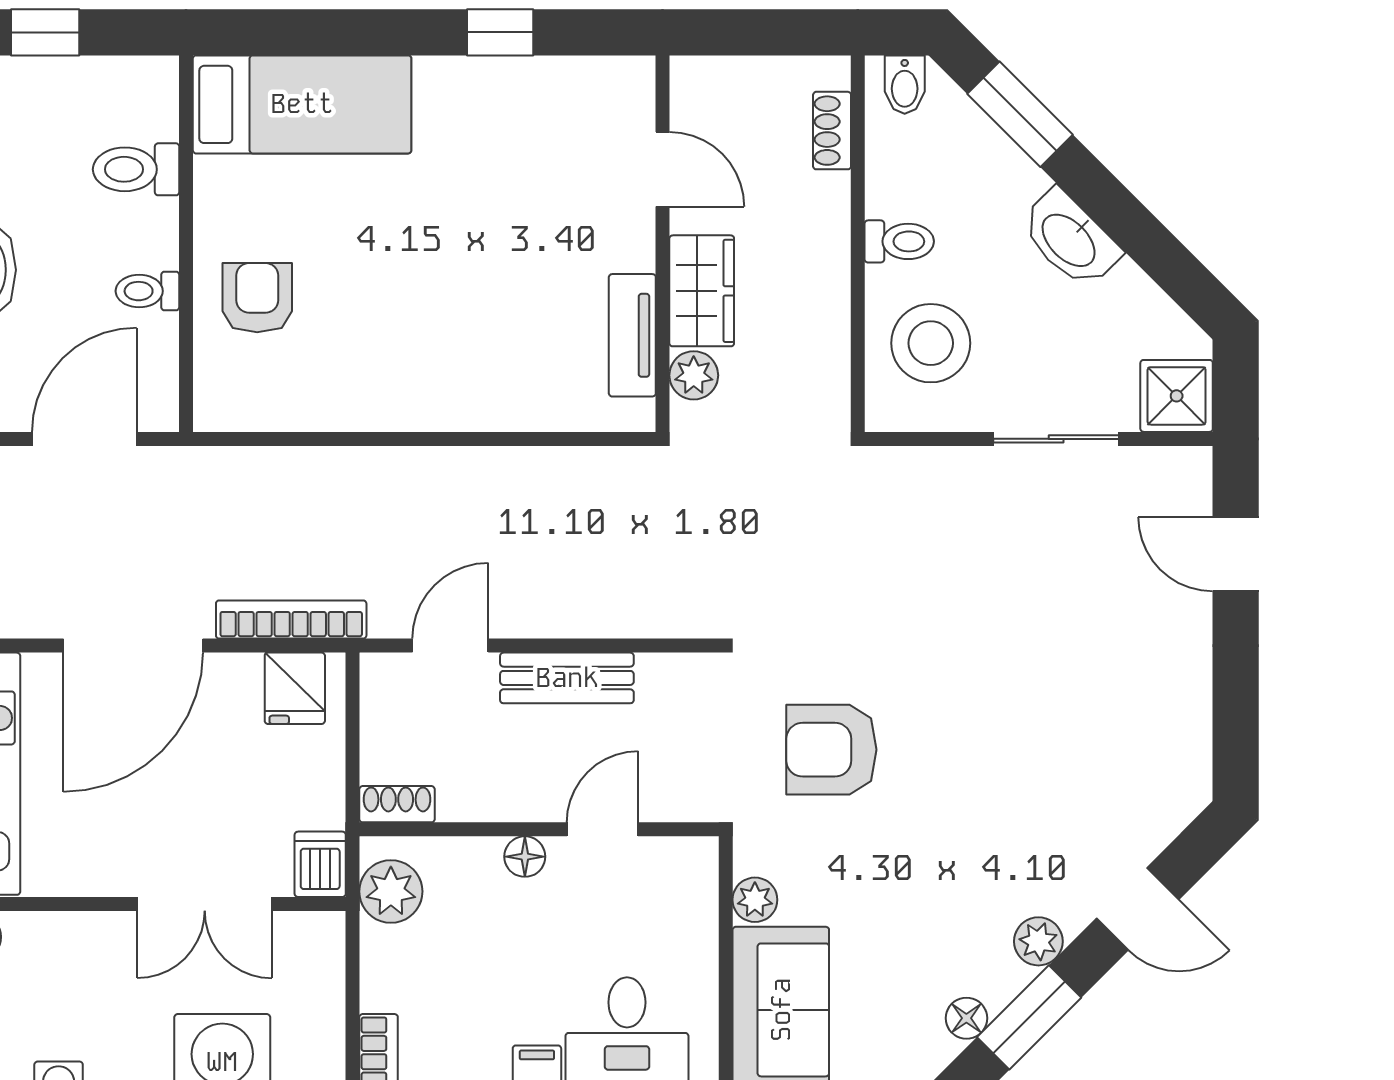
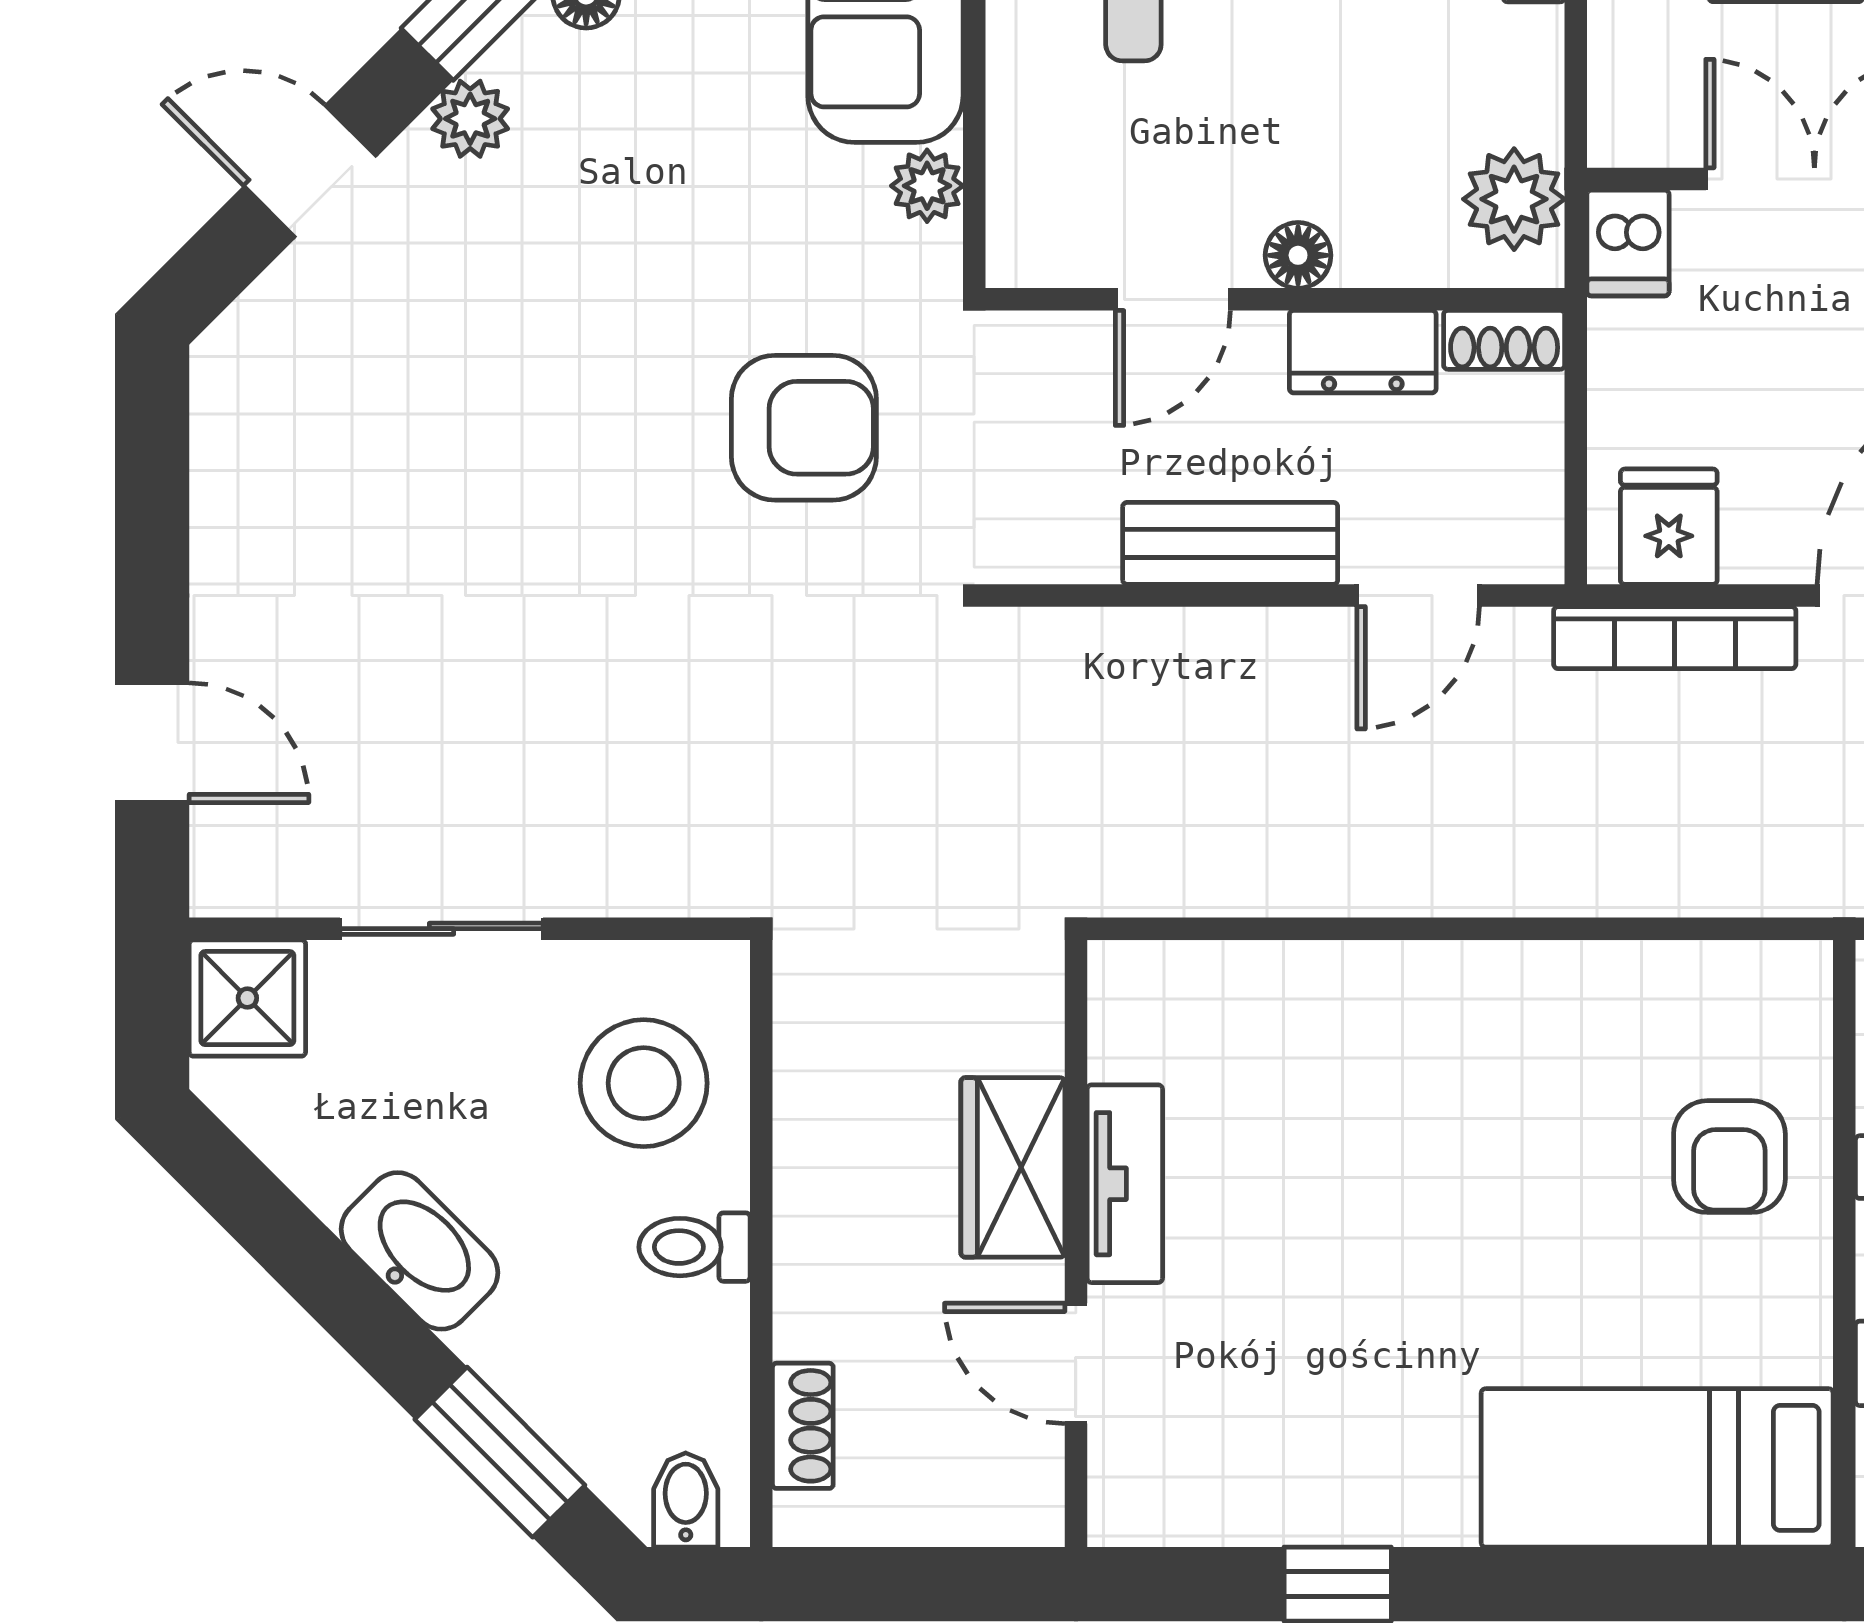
tv unit: (632, 335) -> (1125, 1184), moved
plant: (694, 375) -> (1026, 1031), removed
dresser: (485, 797) -> (1363, 352), added

